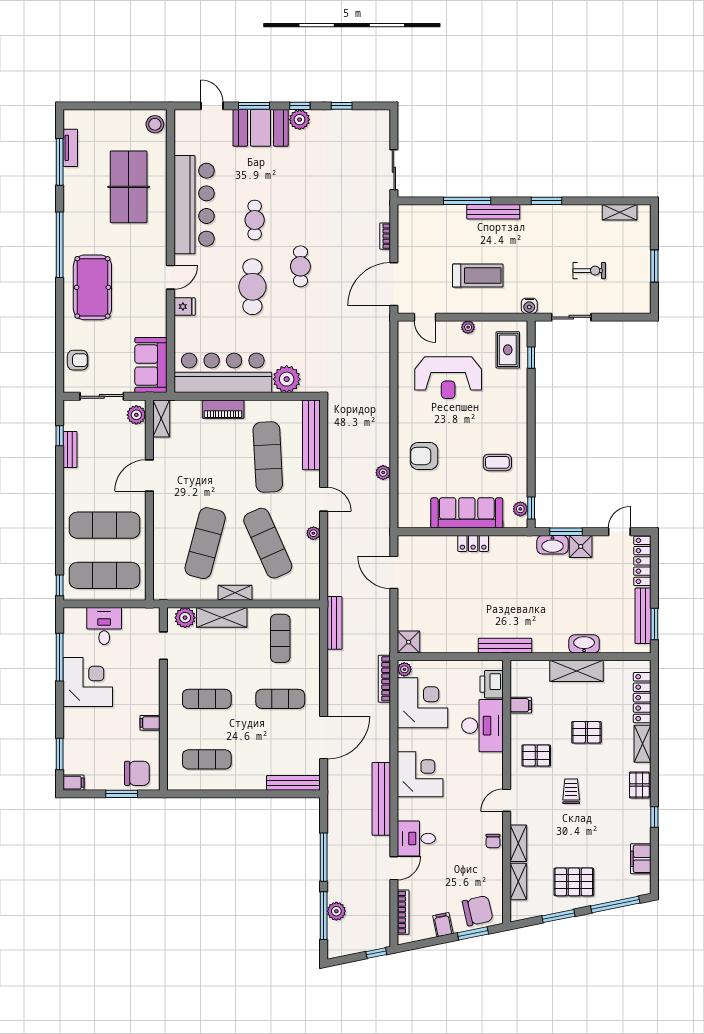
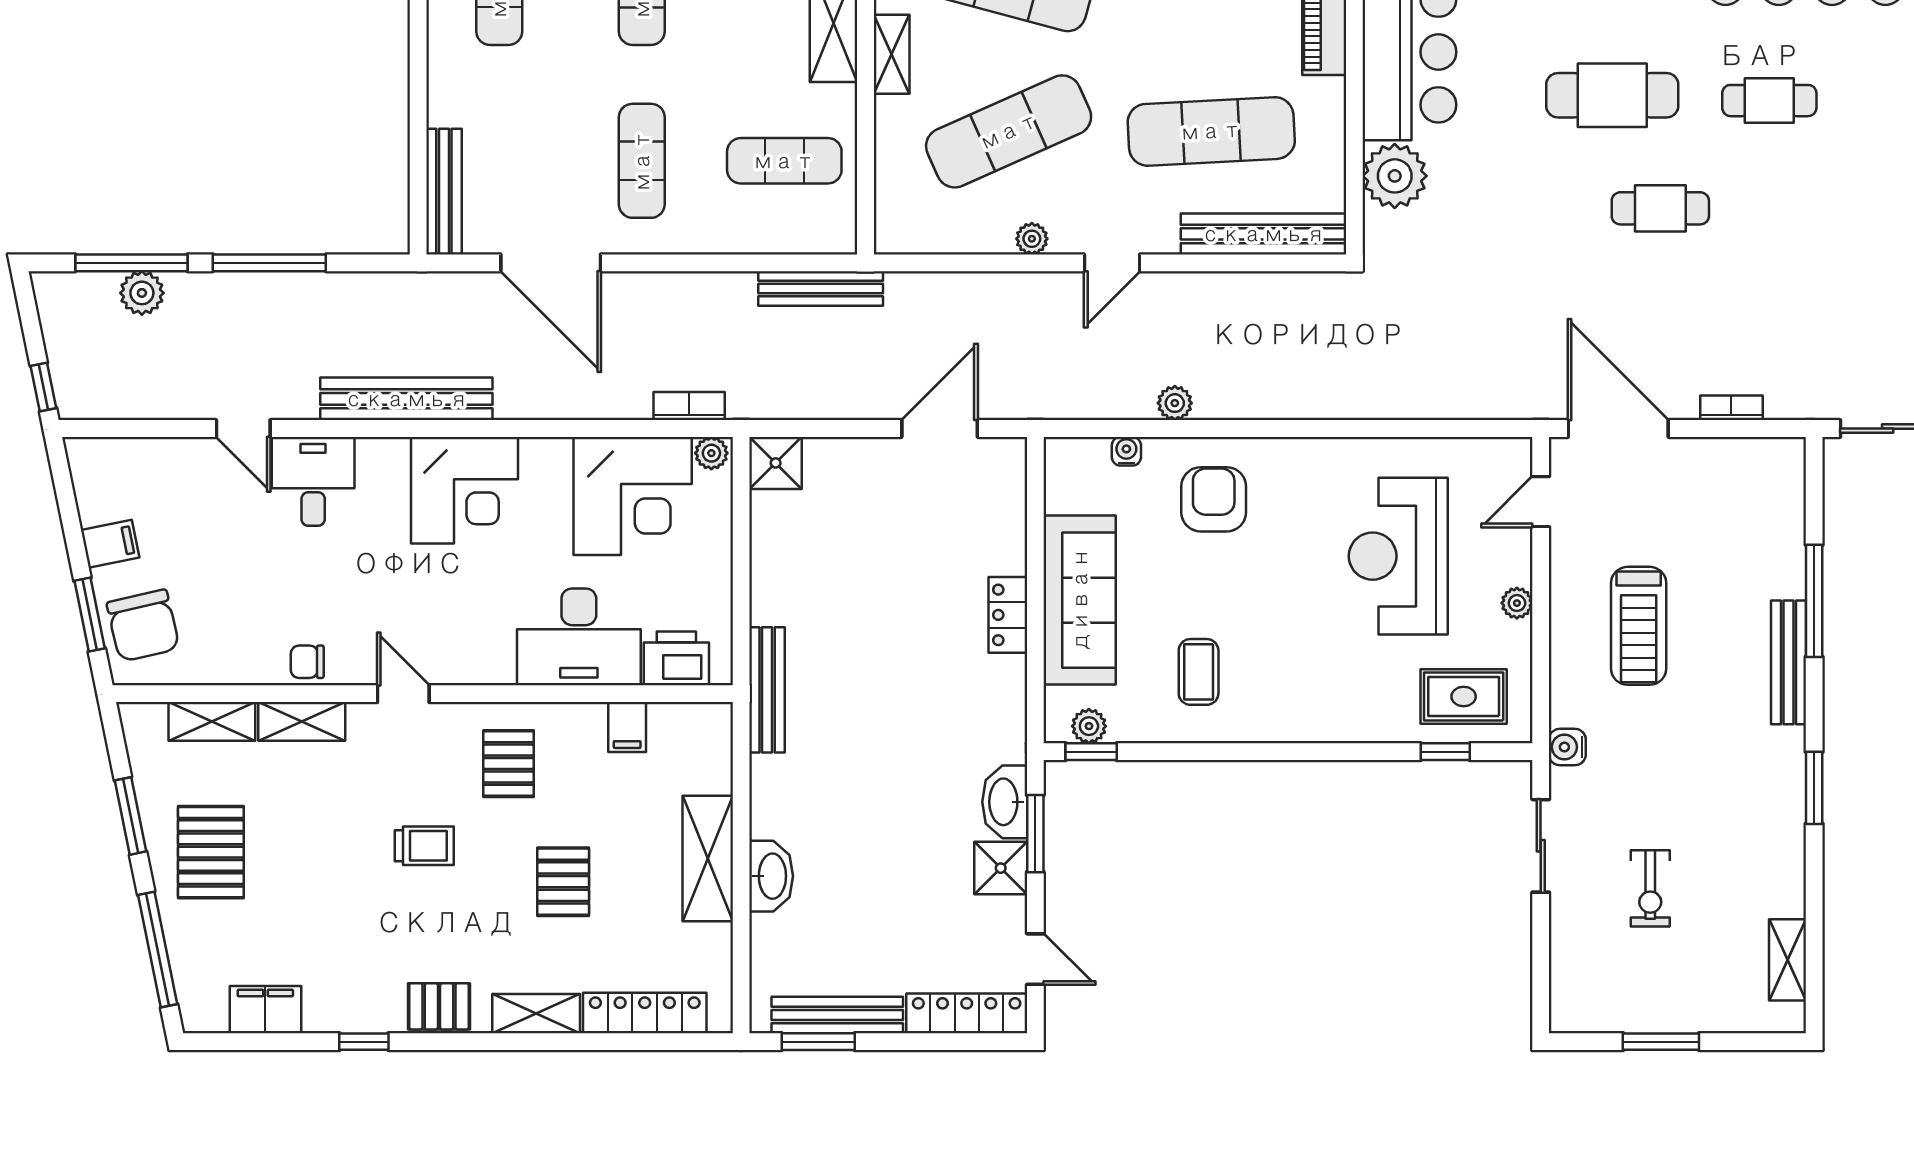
water cooler: (404, 493) -> (1126, 451), added
bookcase: (384, 679) -> (689, 406), width x0.64
bookcase: (403, 912) -> (140, 450), removed

